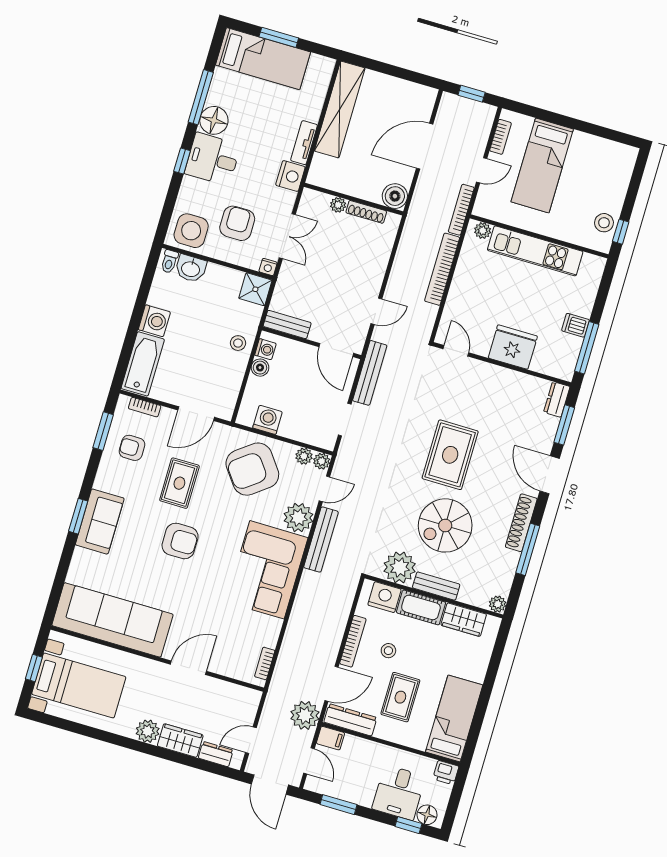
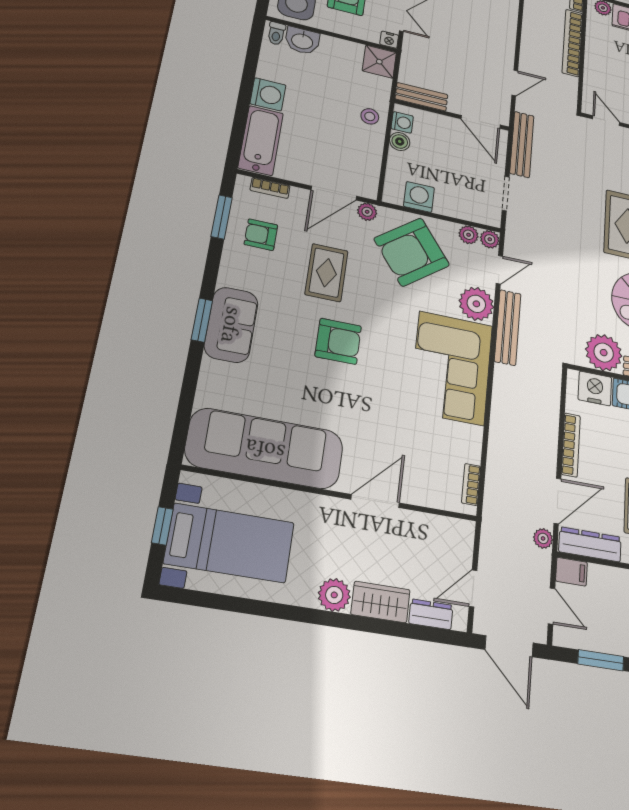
plant: (221, 432) -> (367, 212), added
stool: (388, 651) -> (614, 452), removed
plant: (305, 715) -> (543, 538), width x0.53, depth x0.53

